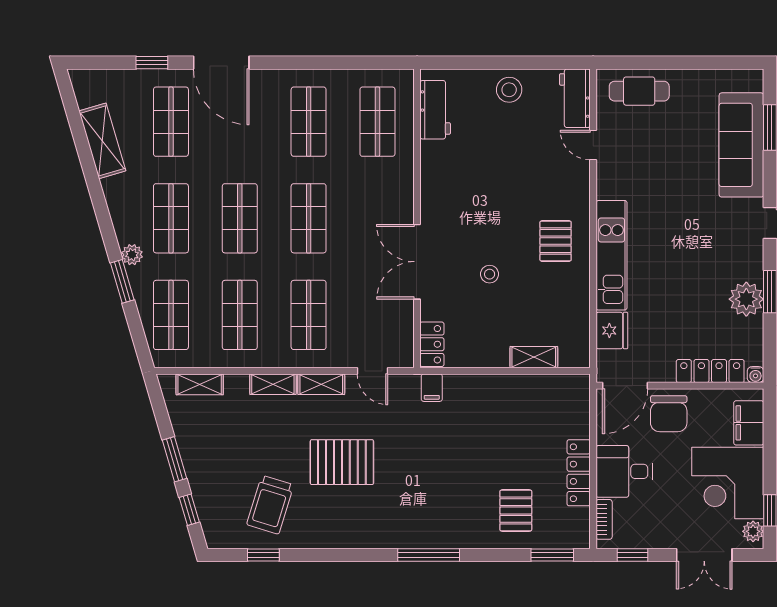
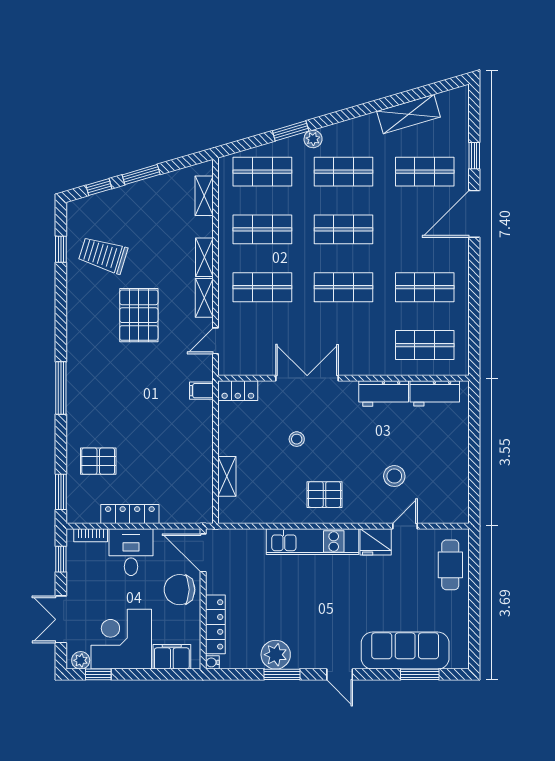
stool: (509, 90) -> (394, 476), moved
workbench: (575, 98) -> (384, 394), moved, turned 180
fridge: (612, 331) -> (376, 542), moved

